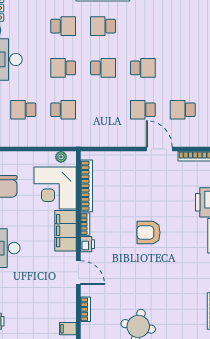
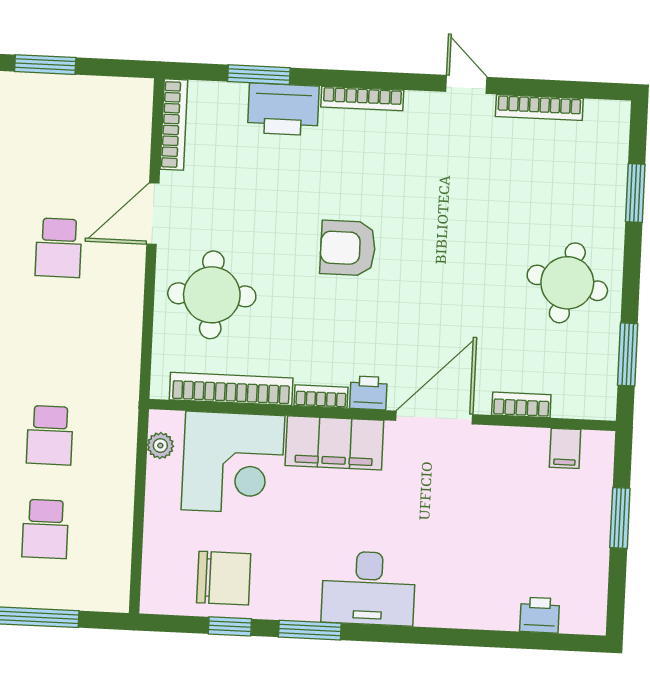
school desk: (63, 110) -> (50, 435), turned 180
school desk: (183, 110) -> (63, 154), removed
round table: (126, 176) -> (212, 295), added
armchair: (149, 233) -> (348, 248), turned 90
door: (78, 273) -> (434, 417), width x1.36

